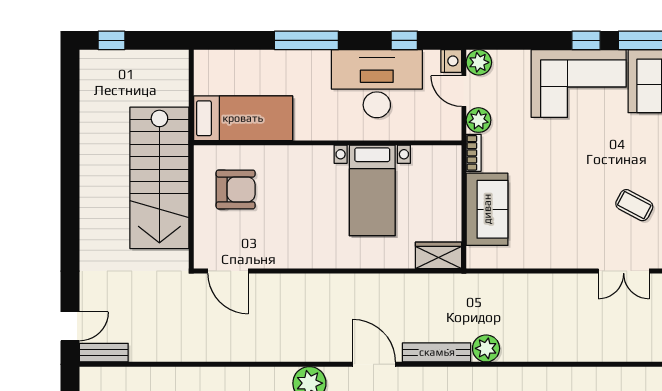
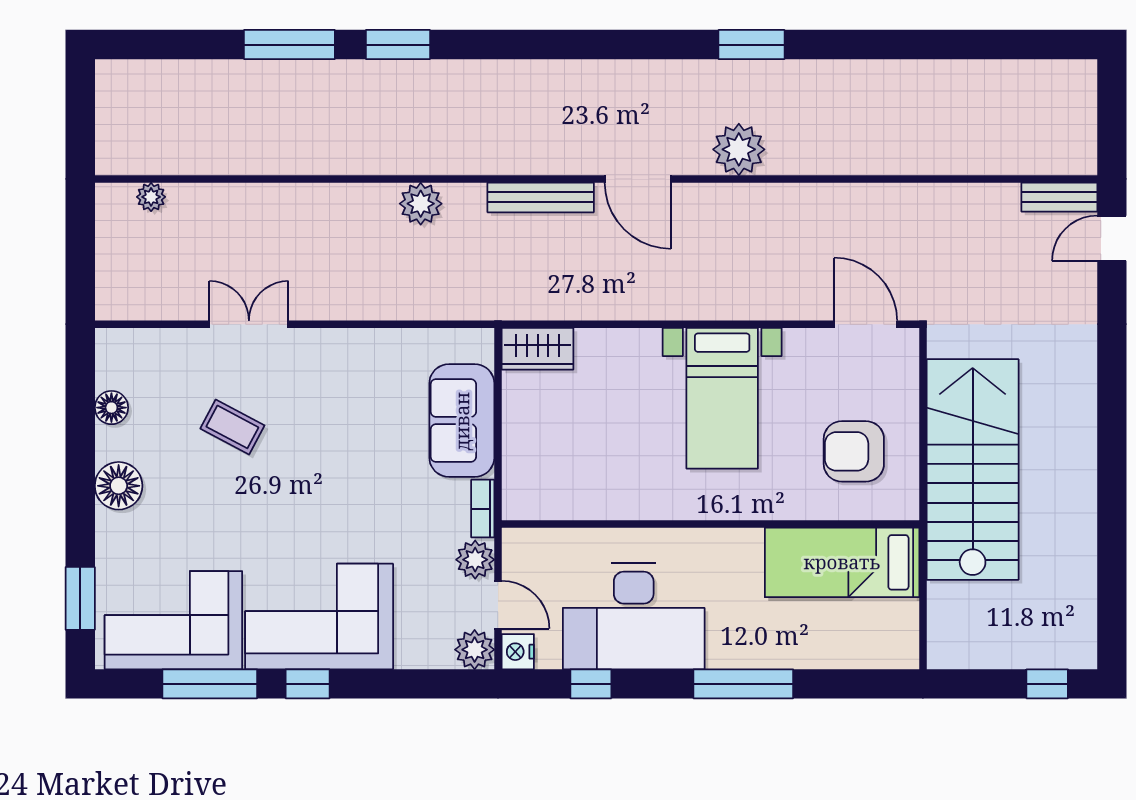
bed with nightstands: (372, 190) -> (722, 398), moved, turned 180
plant: (486, 348) -> (421, 204), moved

